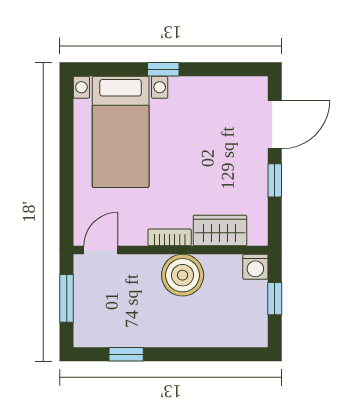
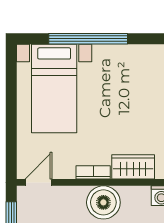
window: (163, 69) -> (88, 39), width x3.17

